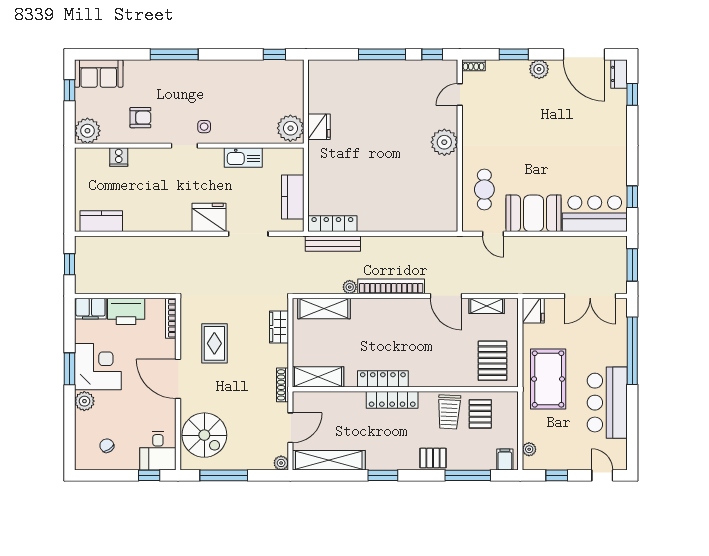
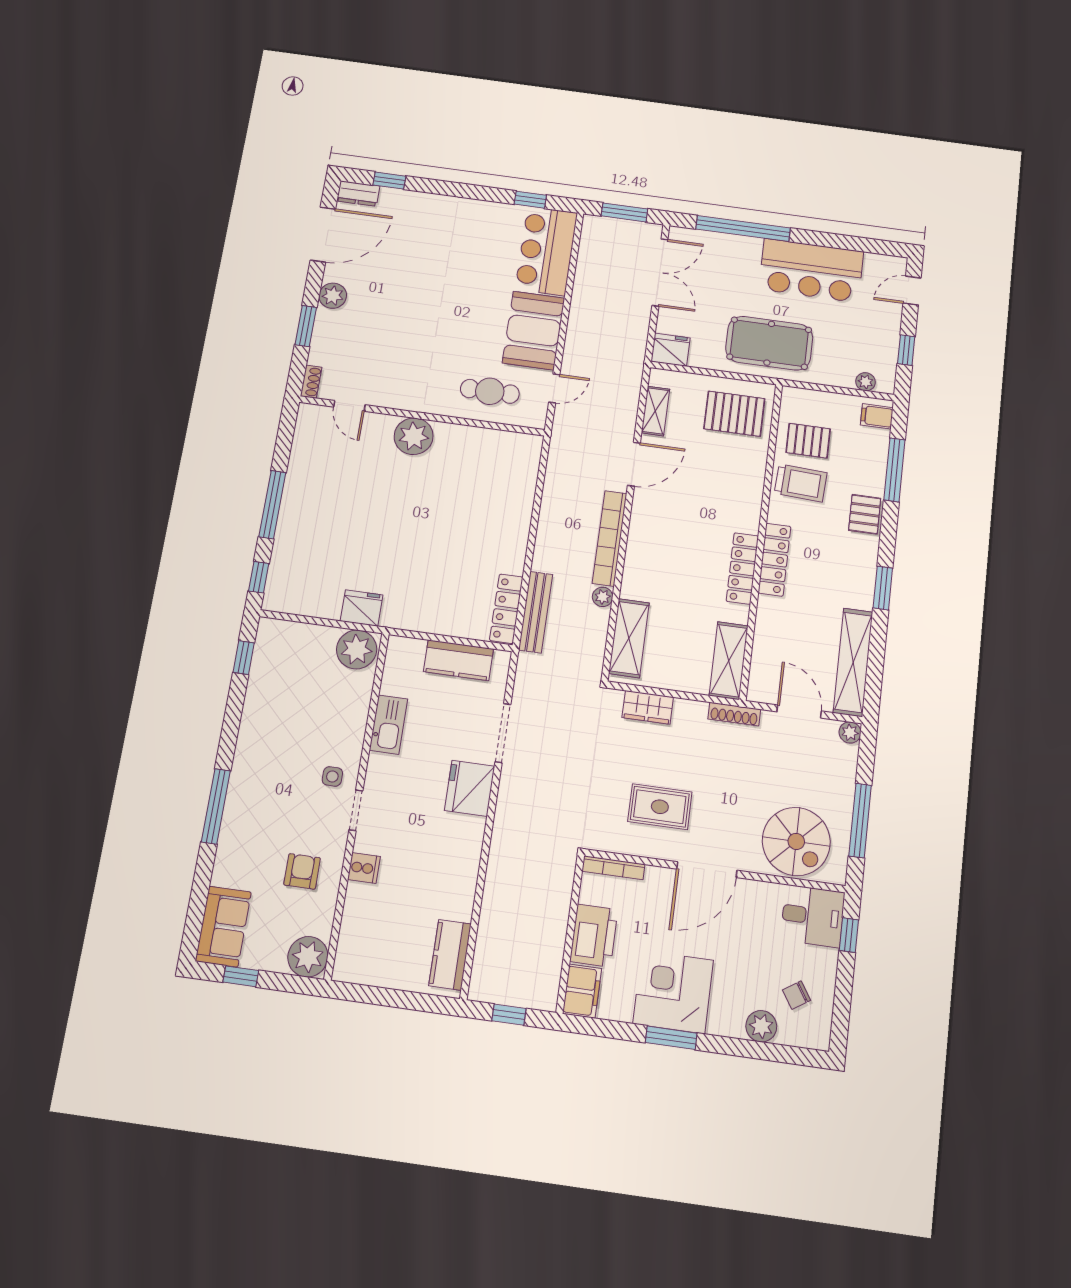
window: (432, 54) -> (259, 577), moved
cooker: (119, 157) -> (364, 868), moved
plant: (84, 401) -> (761, 1026), moved
spiral stairs: (204, 435) -> (796, 841), turned 90

